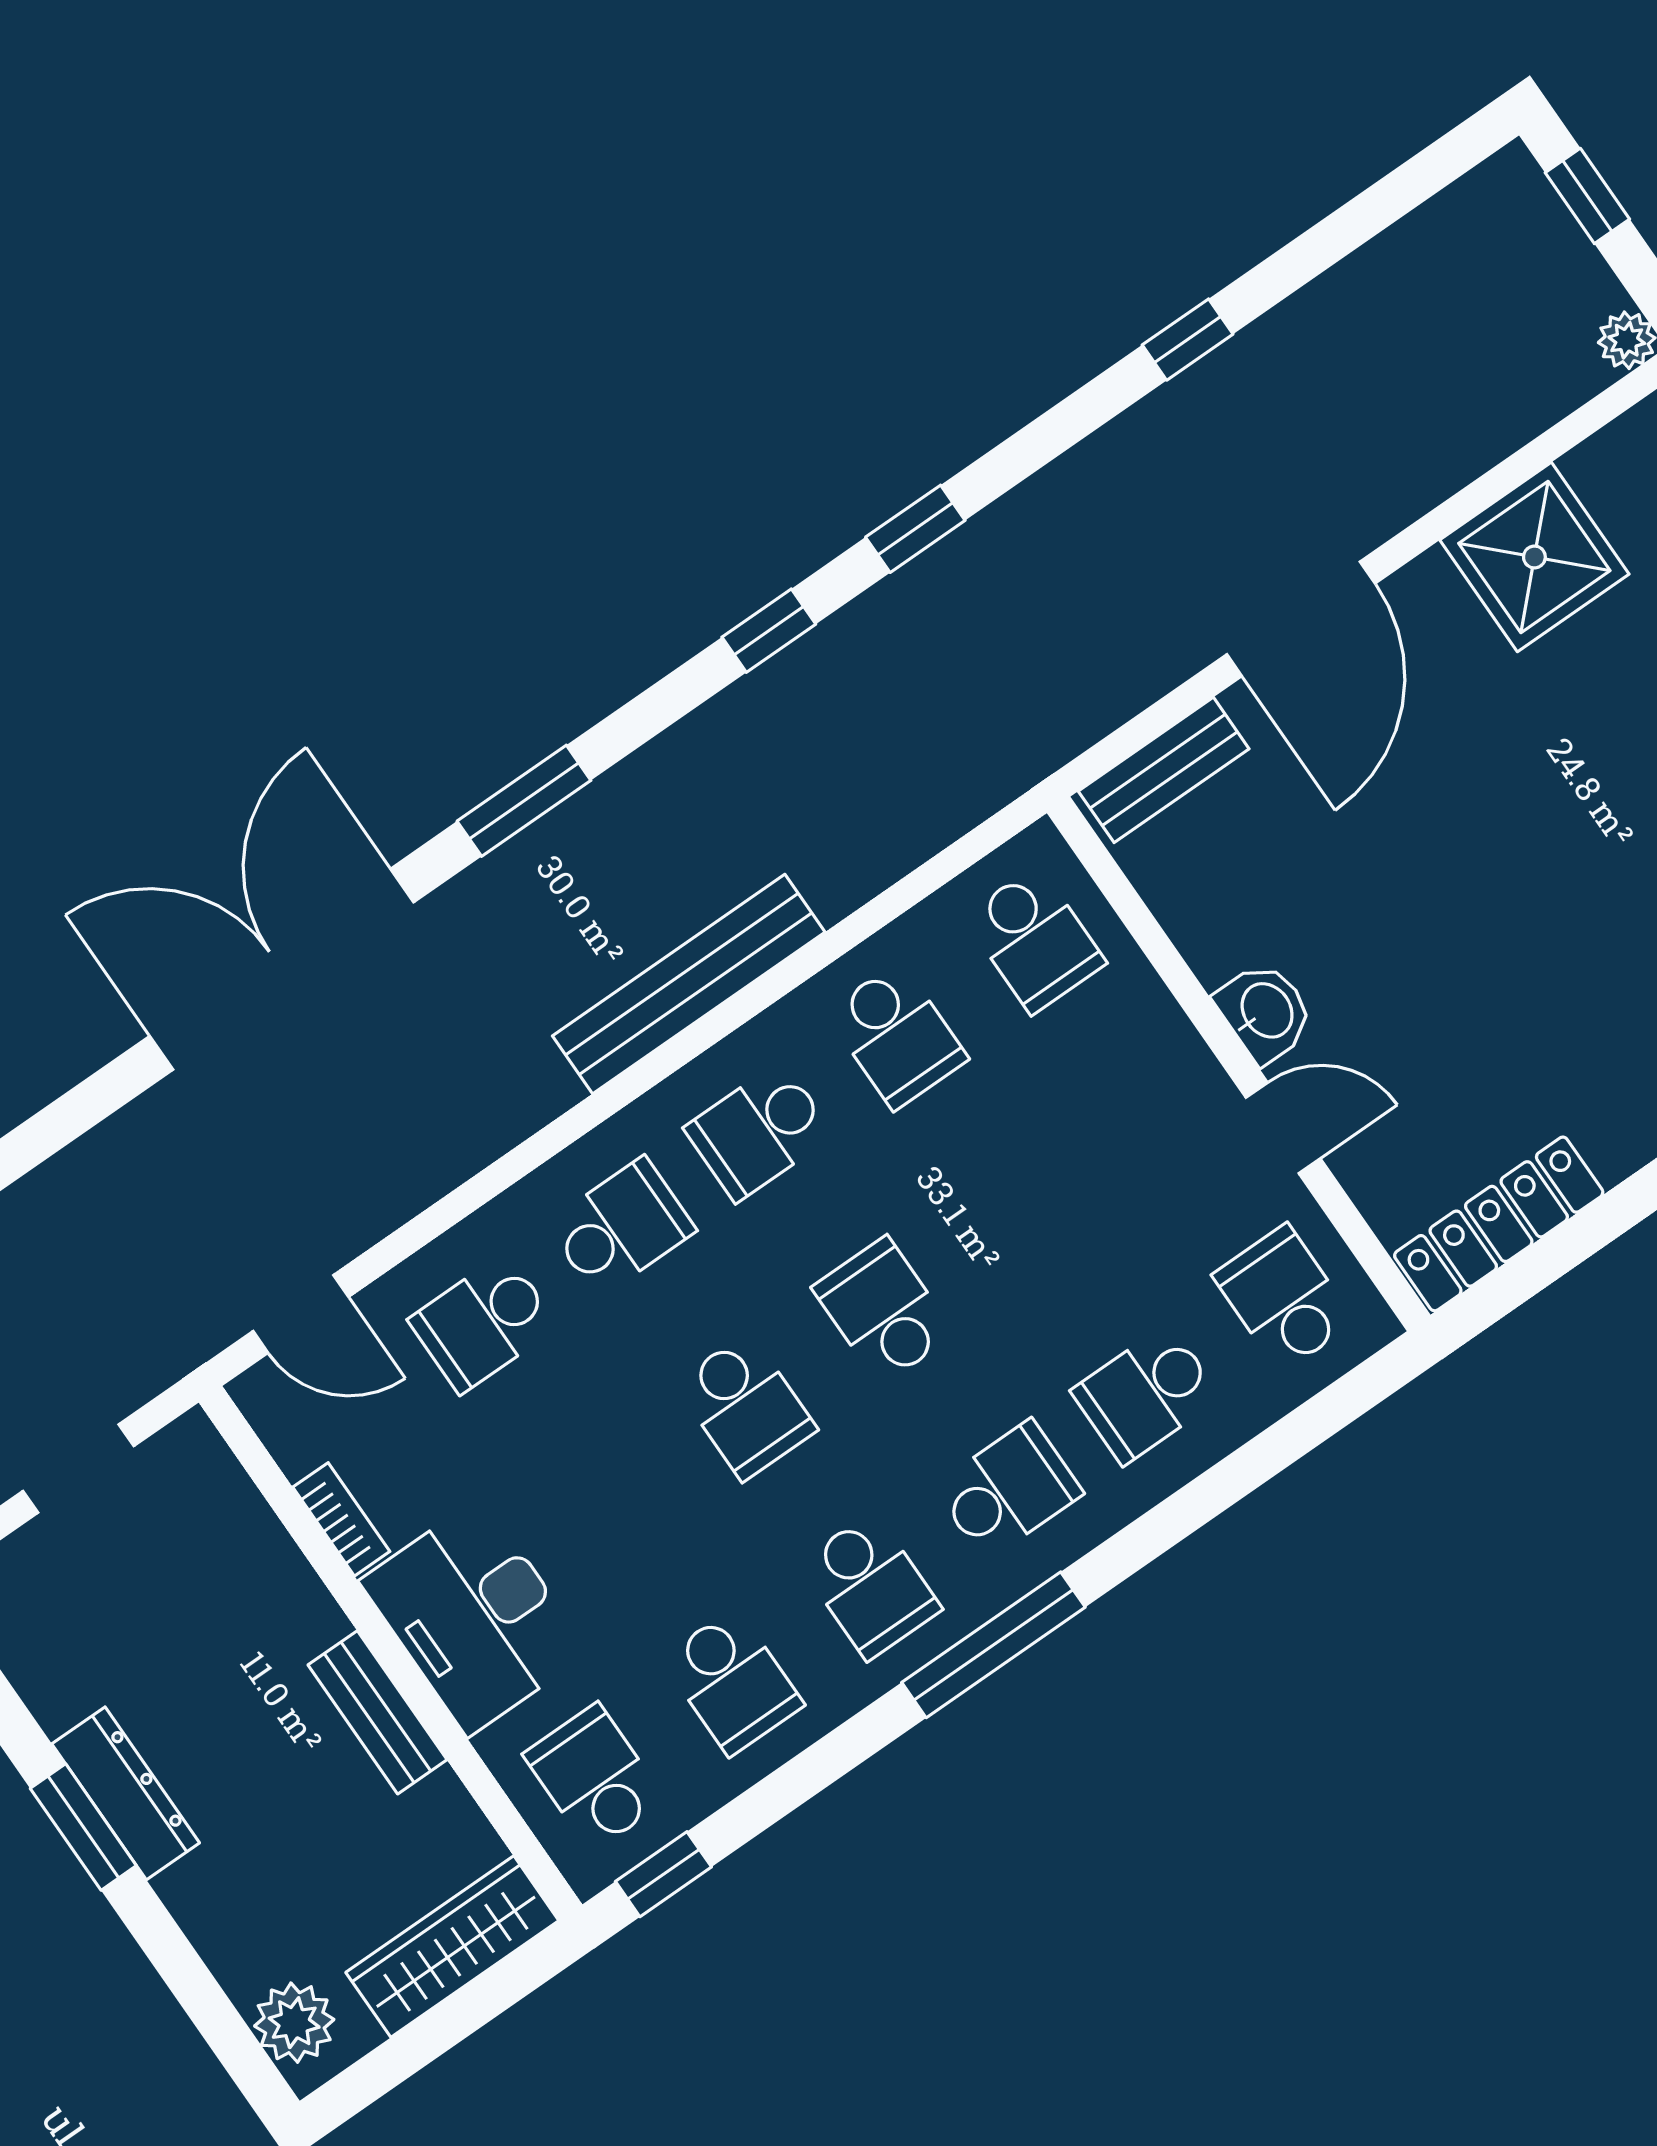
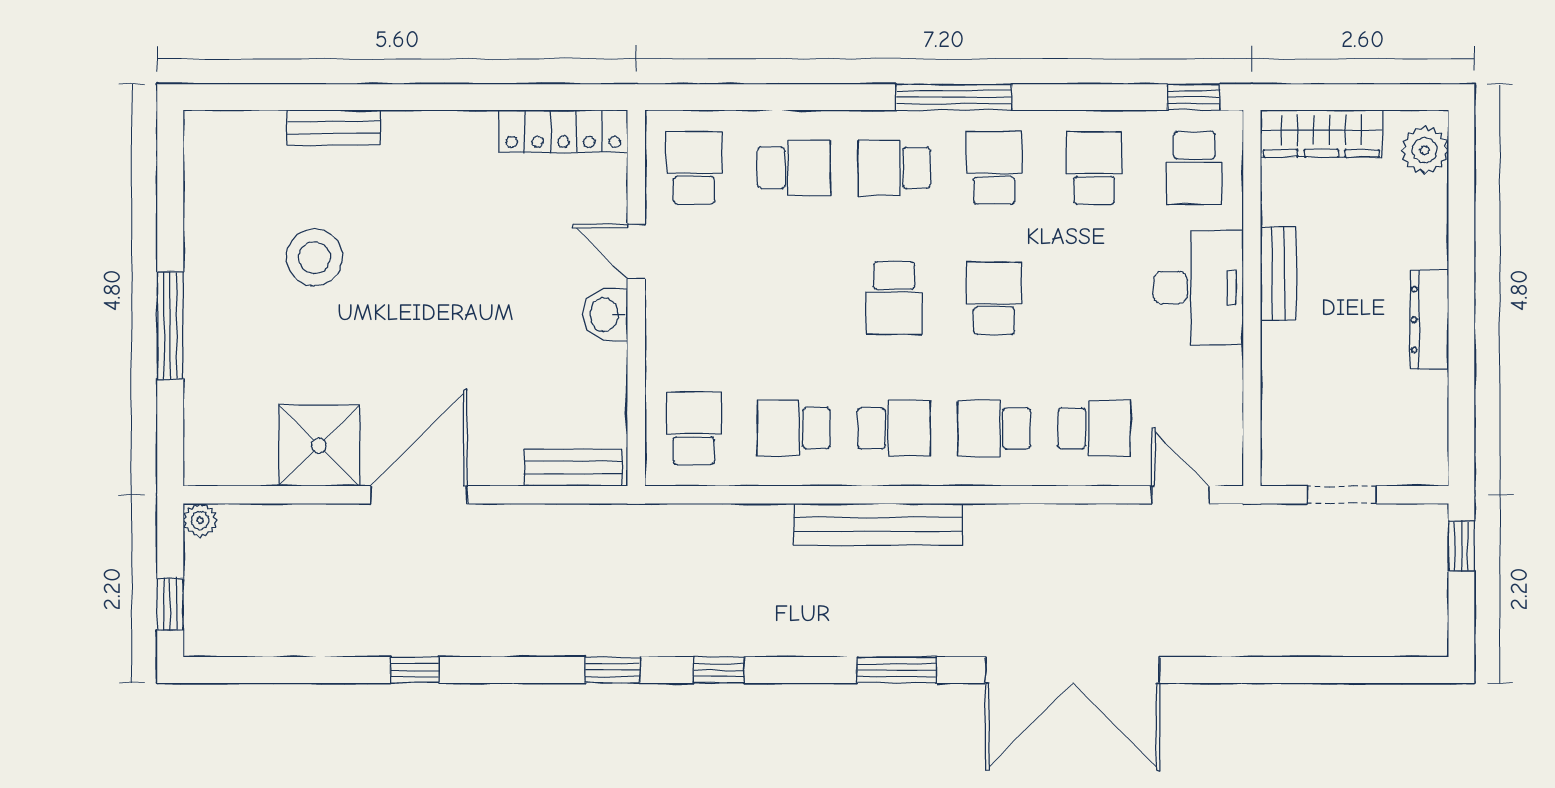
door: (1301, 619) -> (419, 495), moved
school desk: (897, 1036) -> (794, 428), turned -90
school desk: (1284, 1298) -> (694, 168), turned 180
bookcase: (341, 1519) -> (1230, 380), removed
window: (83, 1827) -> (1461, 318), removed

